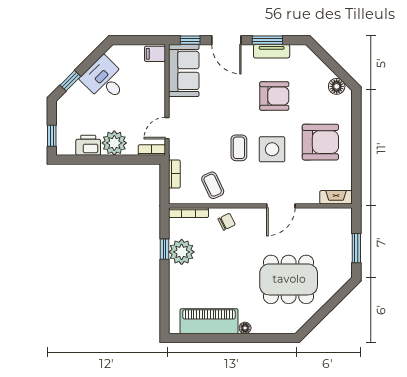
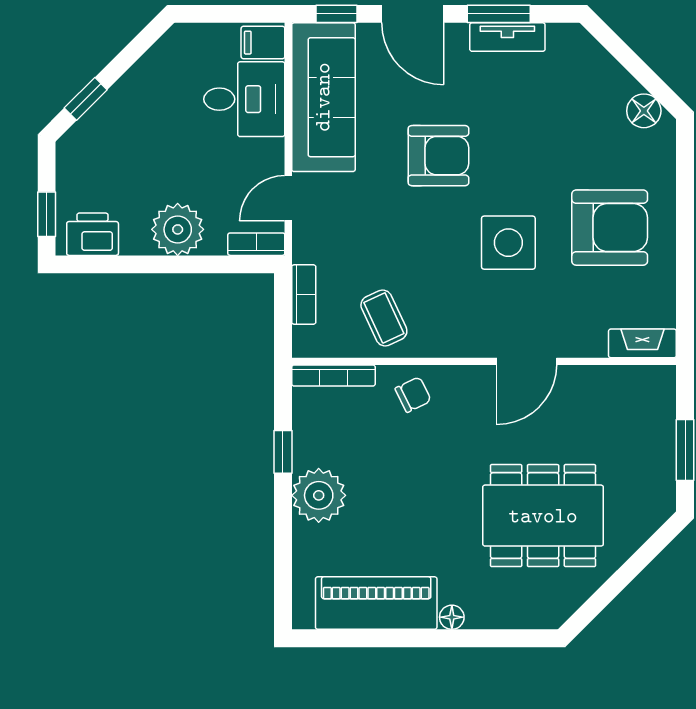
sofa: (184, 70) -> (323, 97), width x1.36
desk: (105, 80) -> (244, 99), moved, turned 135
armchair: (274, 96) -> (438, 156), moved
printer: (88, 145) -> (93, 234), moved
coffee table: (239, 148) -> (439, 240), removed
plant: (182, 252) -> (319, 495), moved

